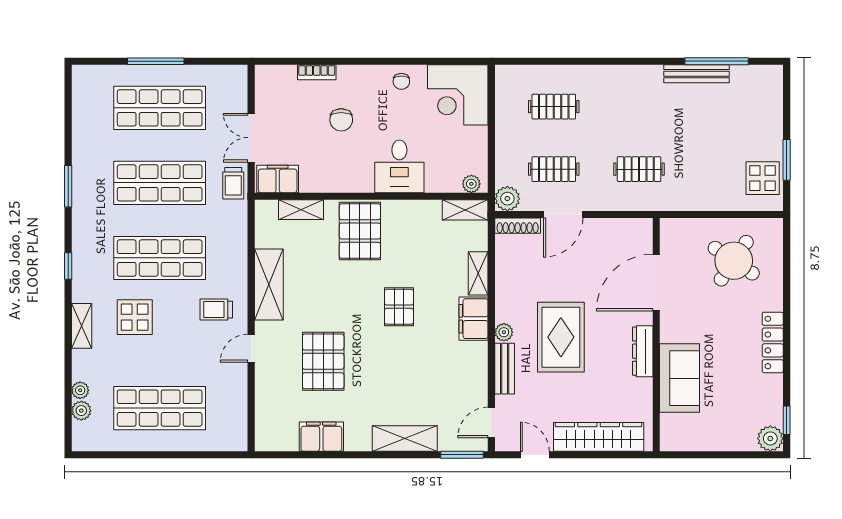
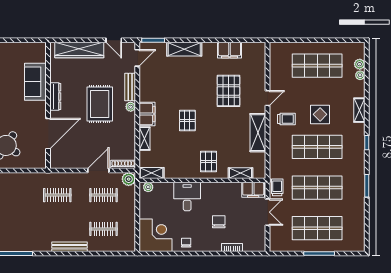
bench: (696, 74) -> (70, 247), moved
pallet: (360, 231) -> (209, 162), width x0.67, depth x0.71
display table: (135, 317) -> (320, 114), moved

